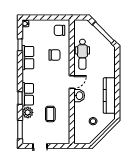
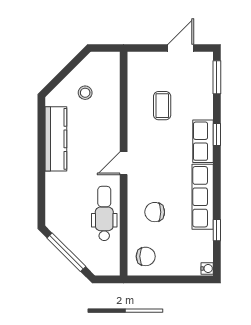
row of seats: (28, 58) -> (203, 197), width x1.48
washbasin: (79, 96) -> (110, 139), removed
plant: (28, 112) -> (203, 108), removed

